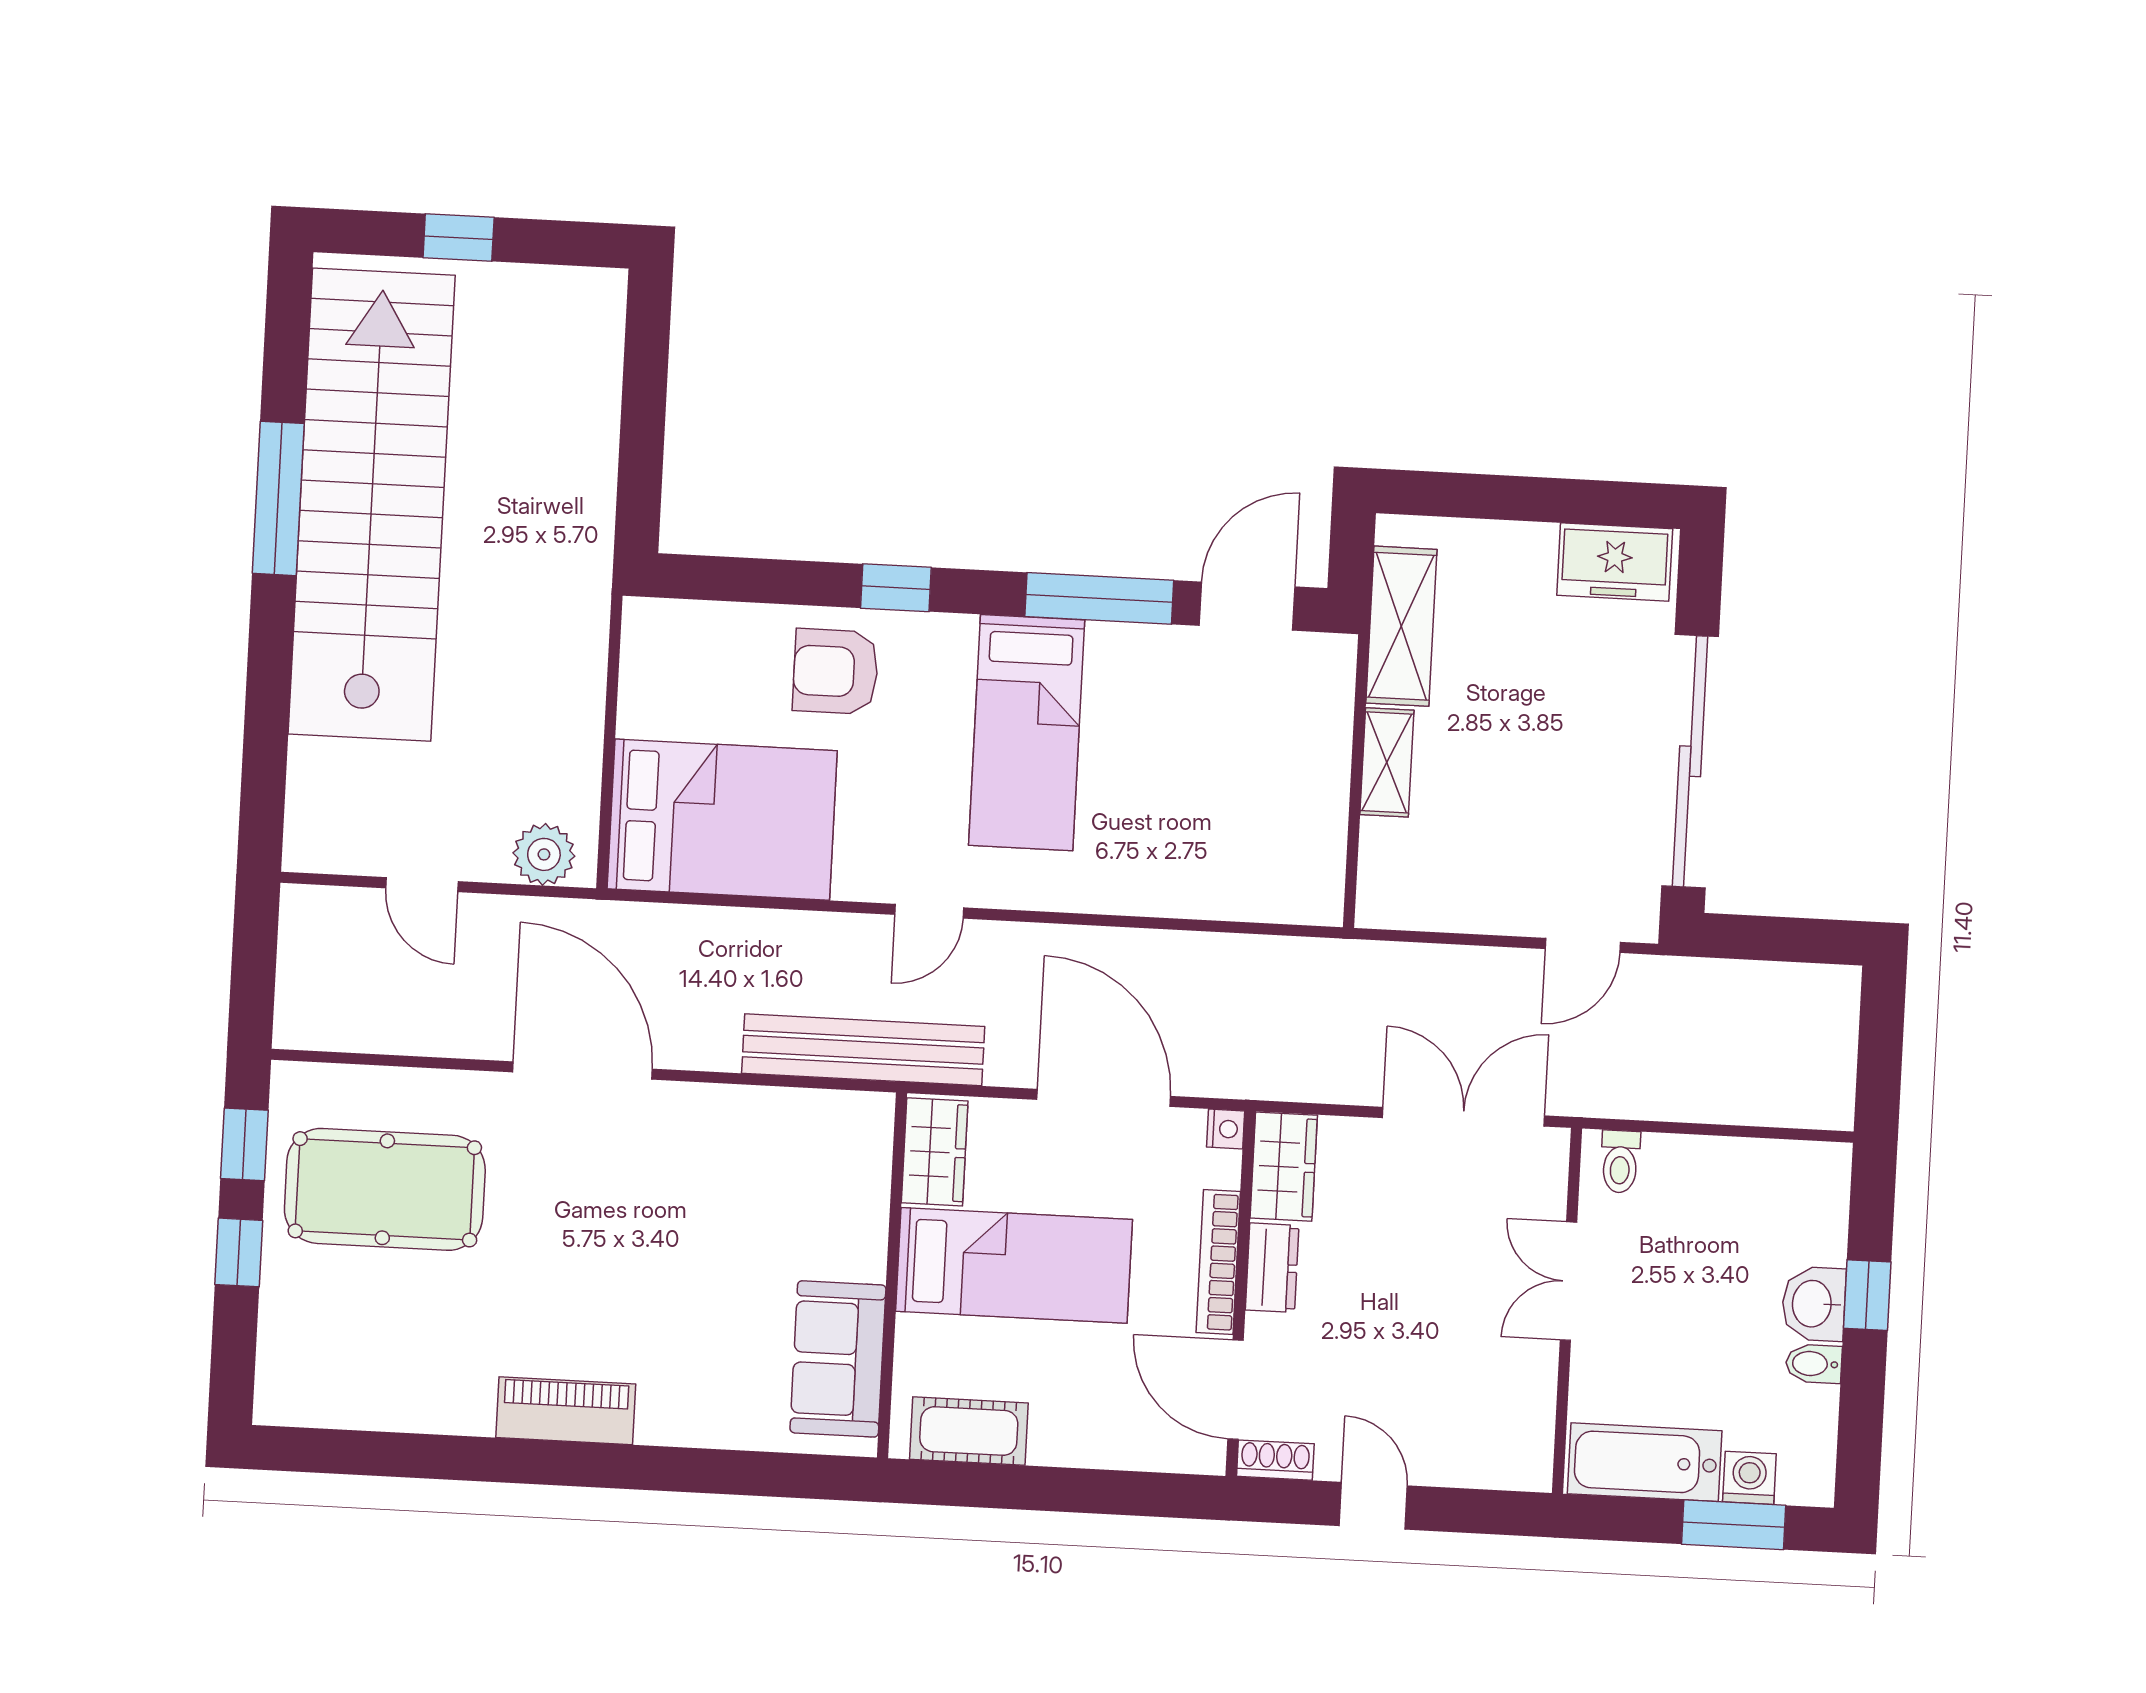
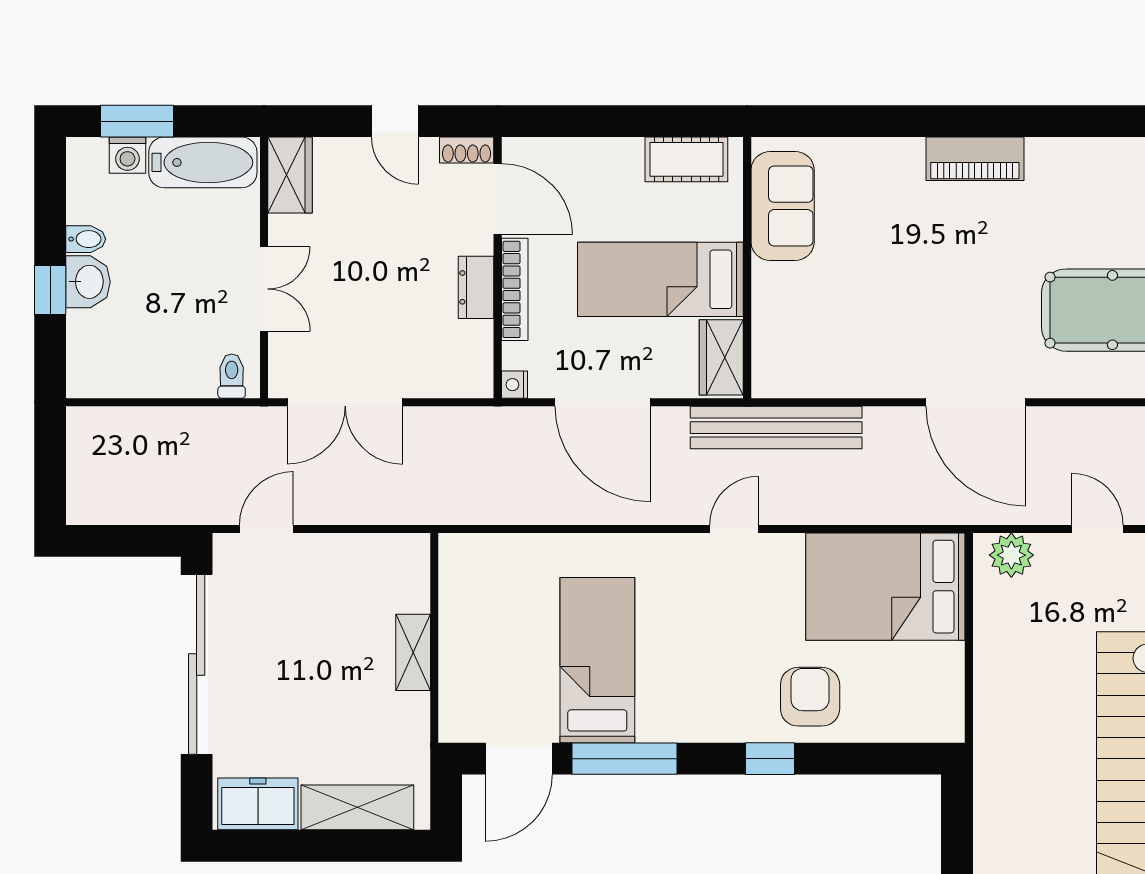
shelving: (1401, 626) -> (357, 807), moved, turned 90
armchair: (836, 671) -> (810, 697), turned -90
bed: (1027, 733) -> (597, 660), moved
wardrobe: (1284, 1167) -> (290, 175), moved, turned 180

